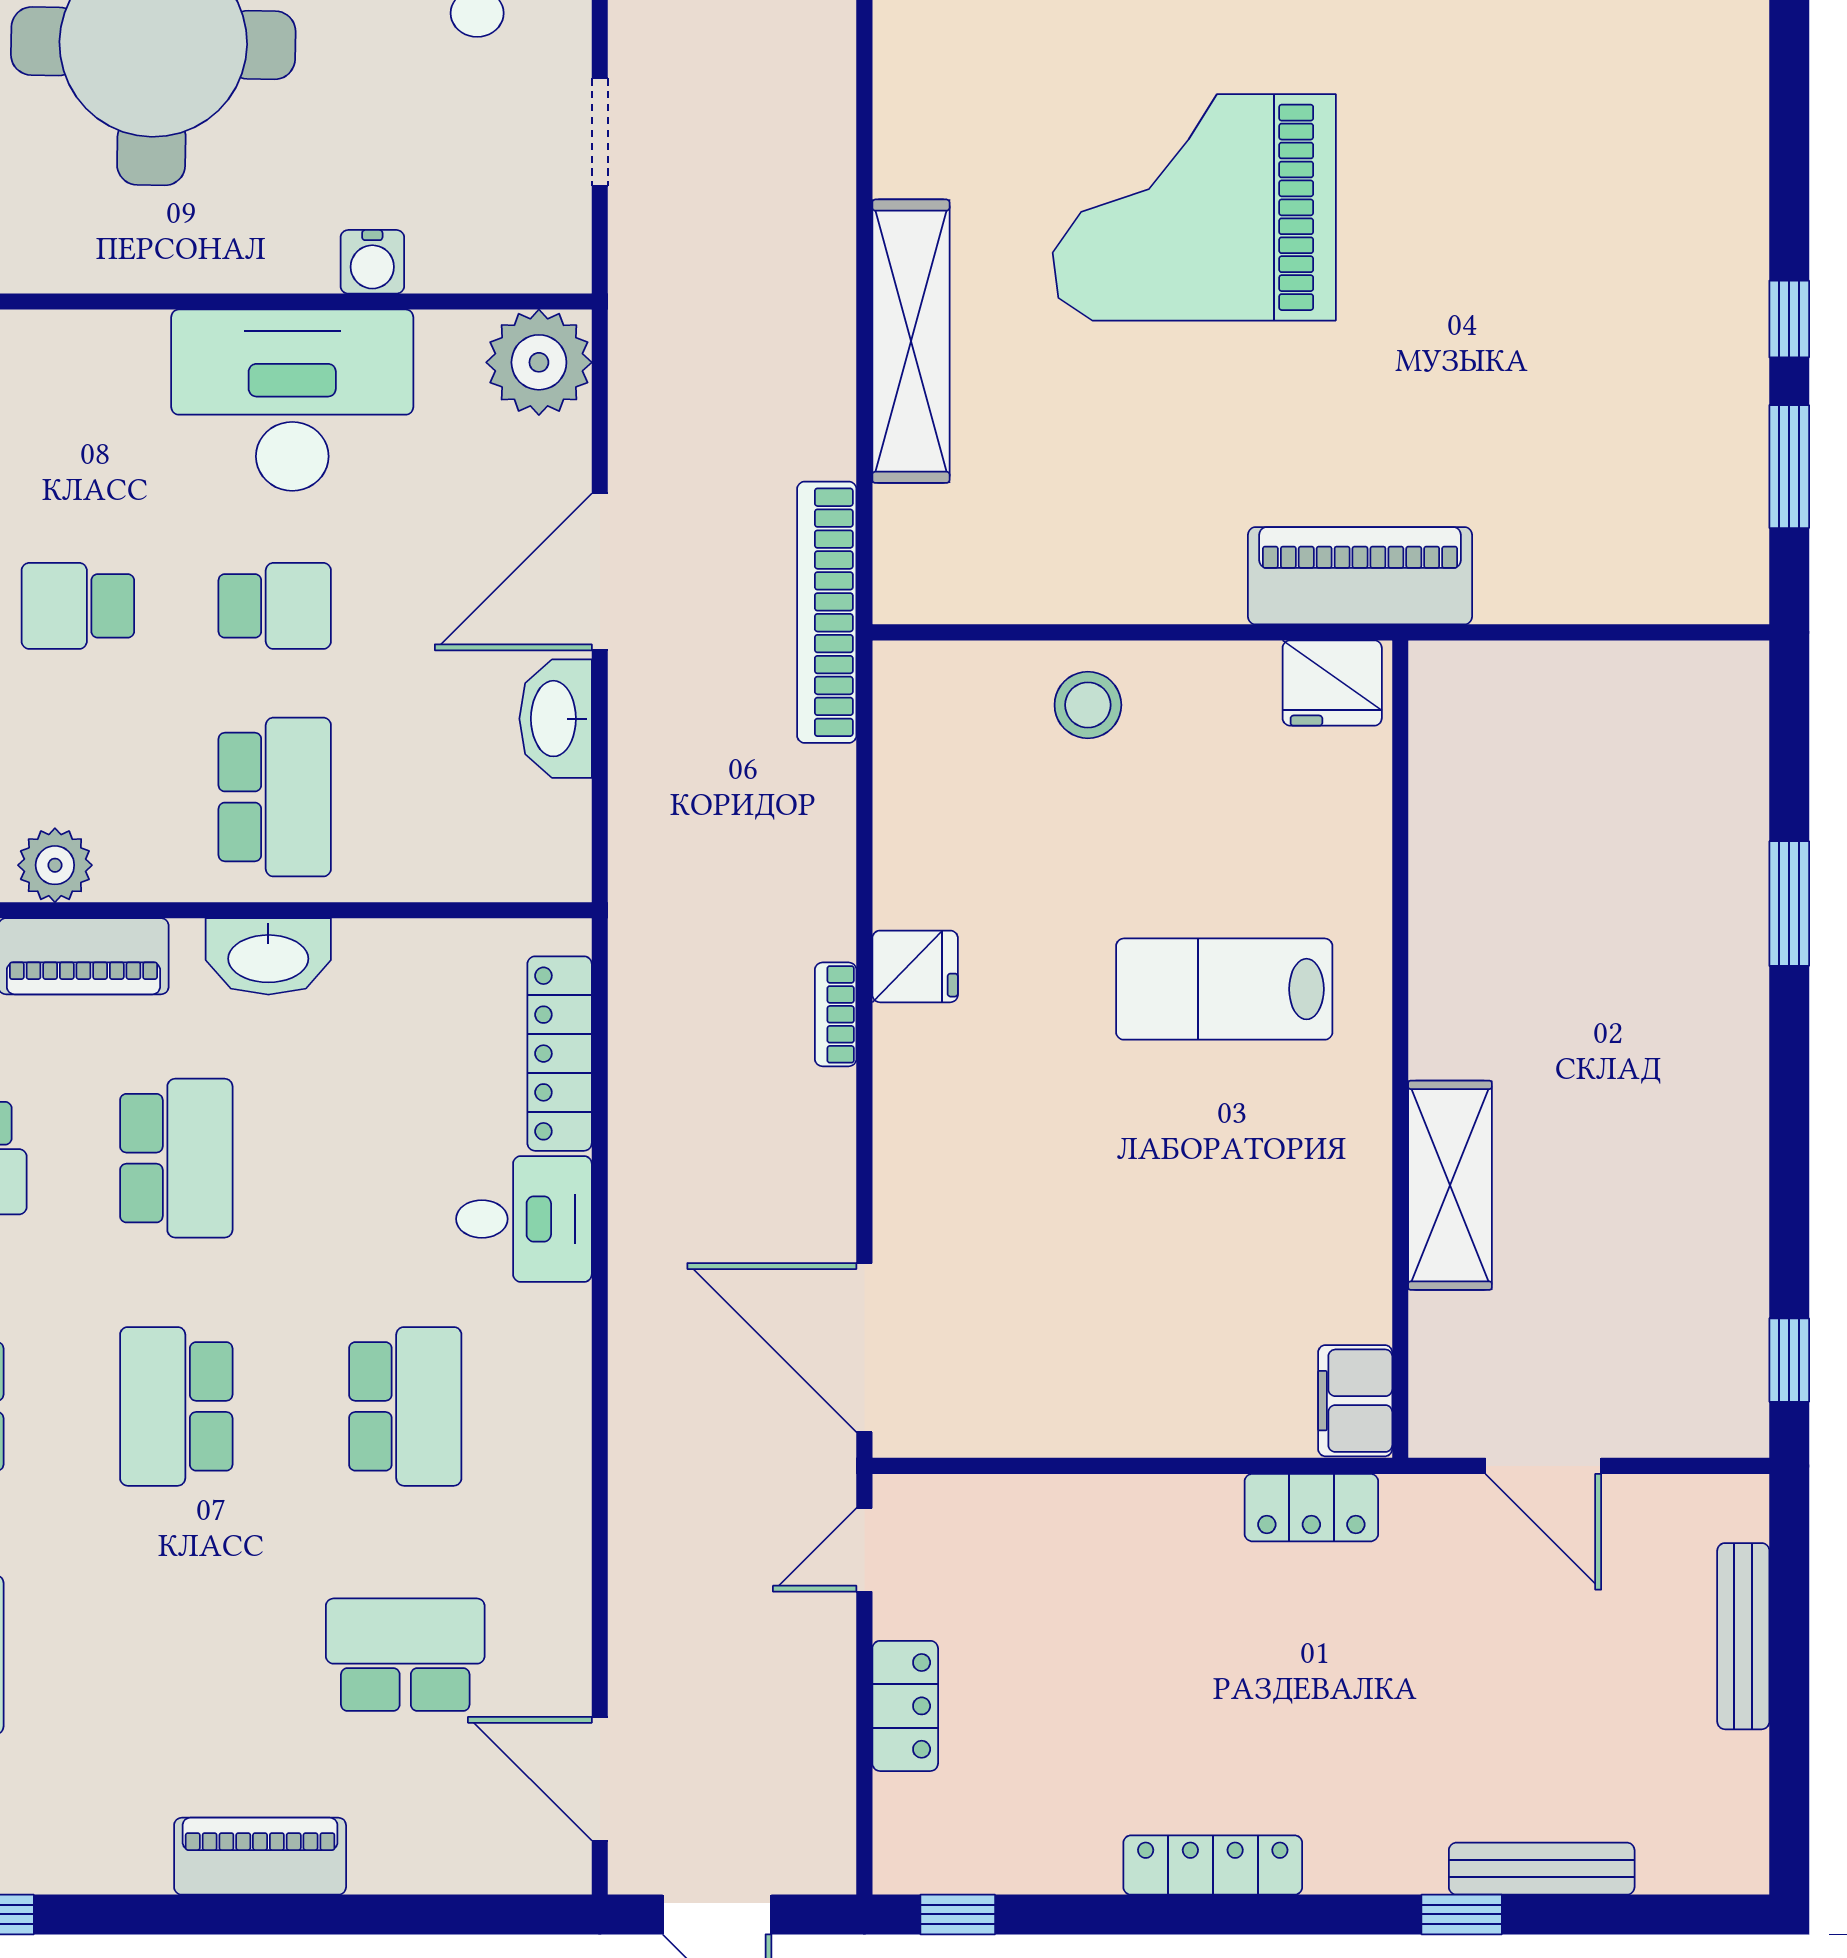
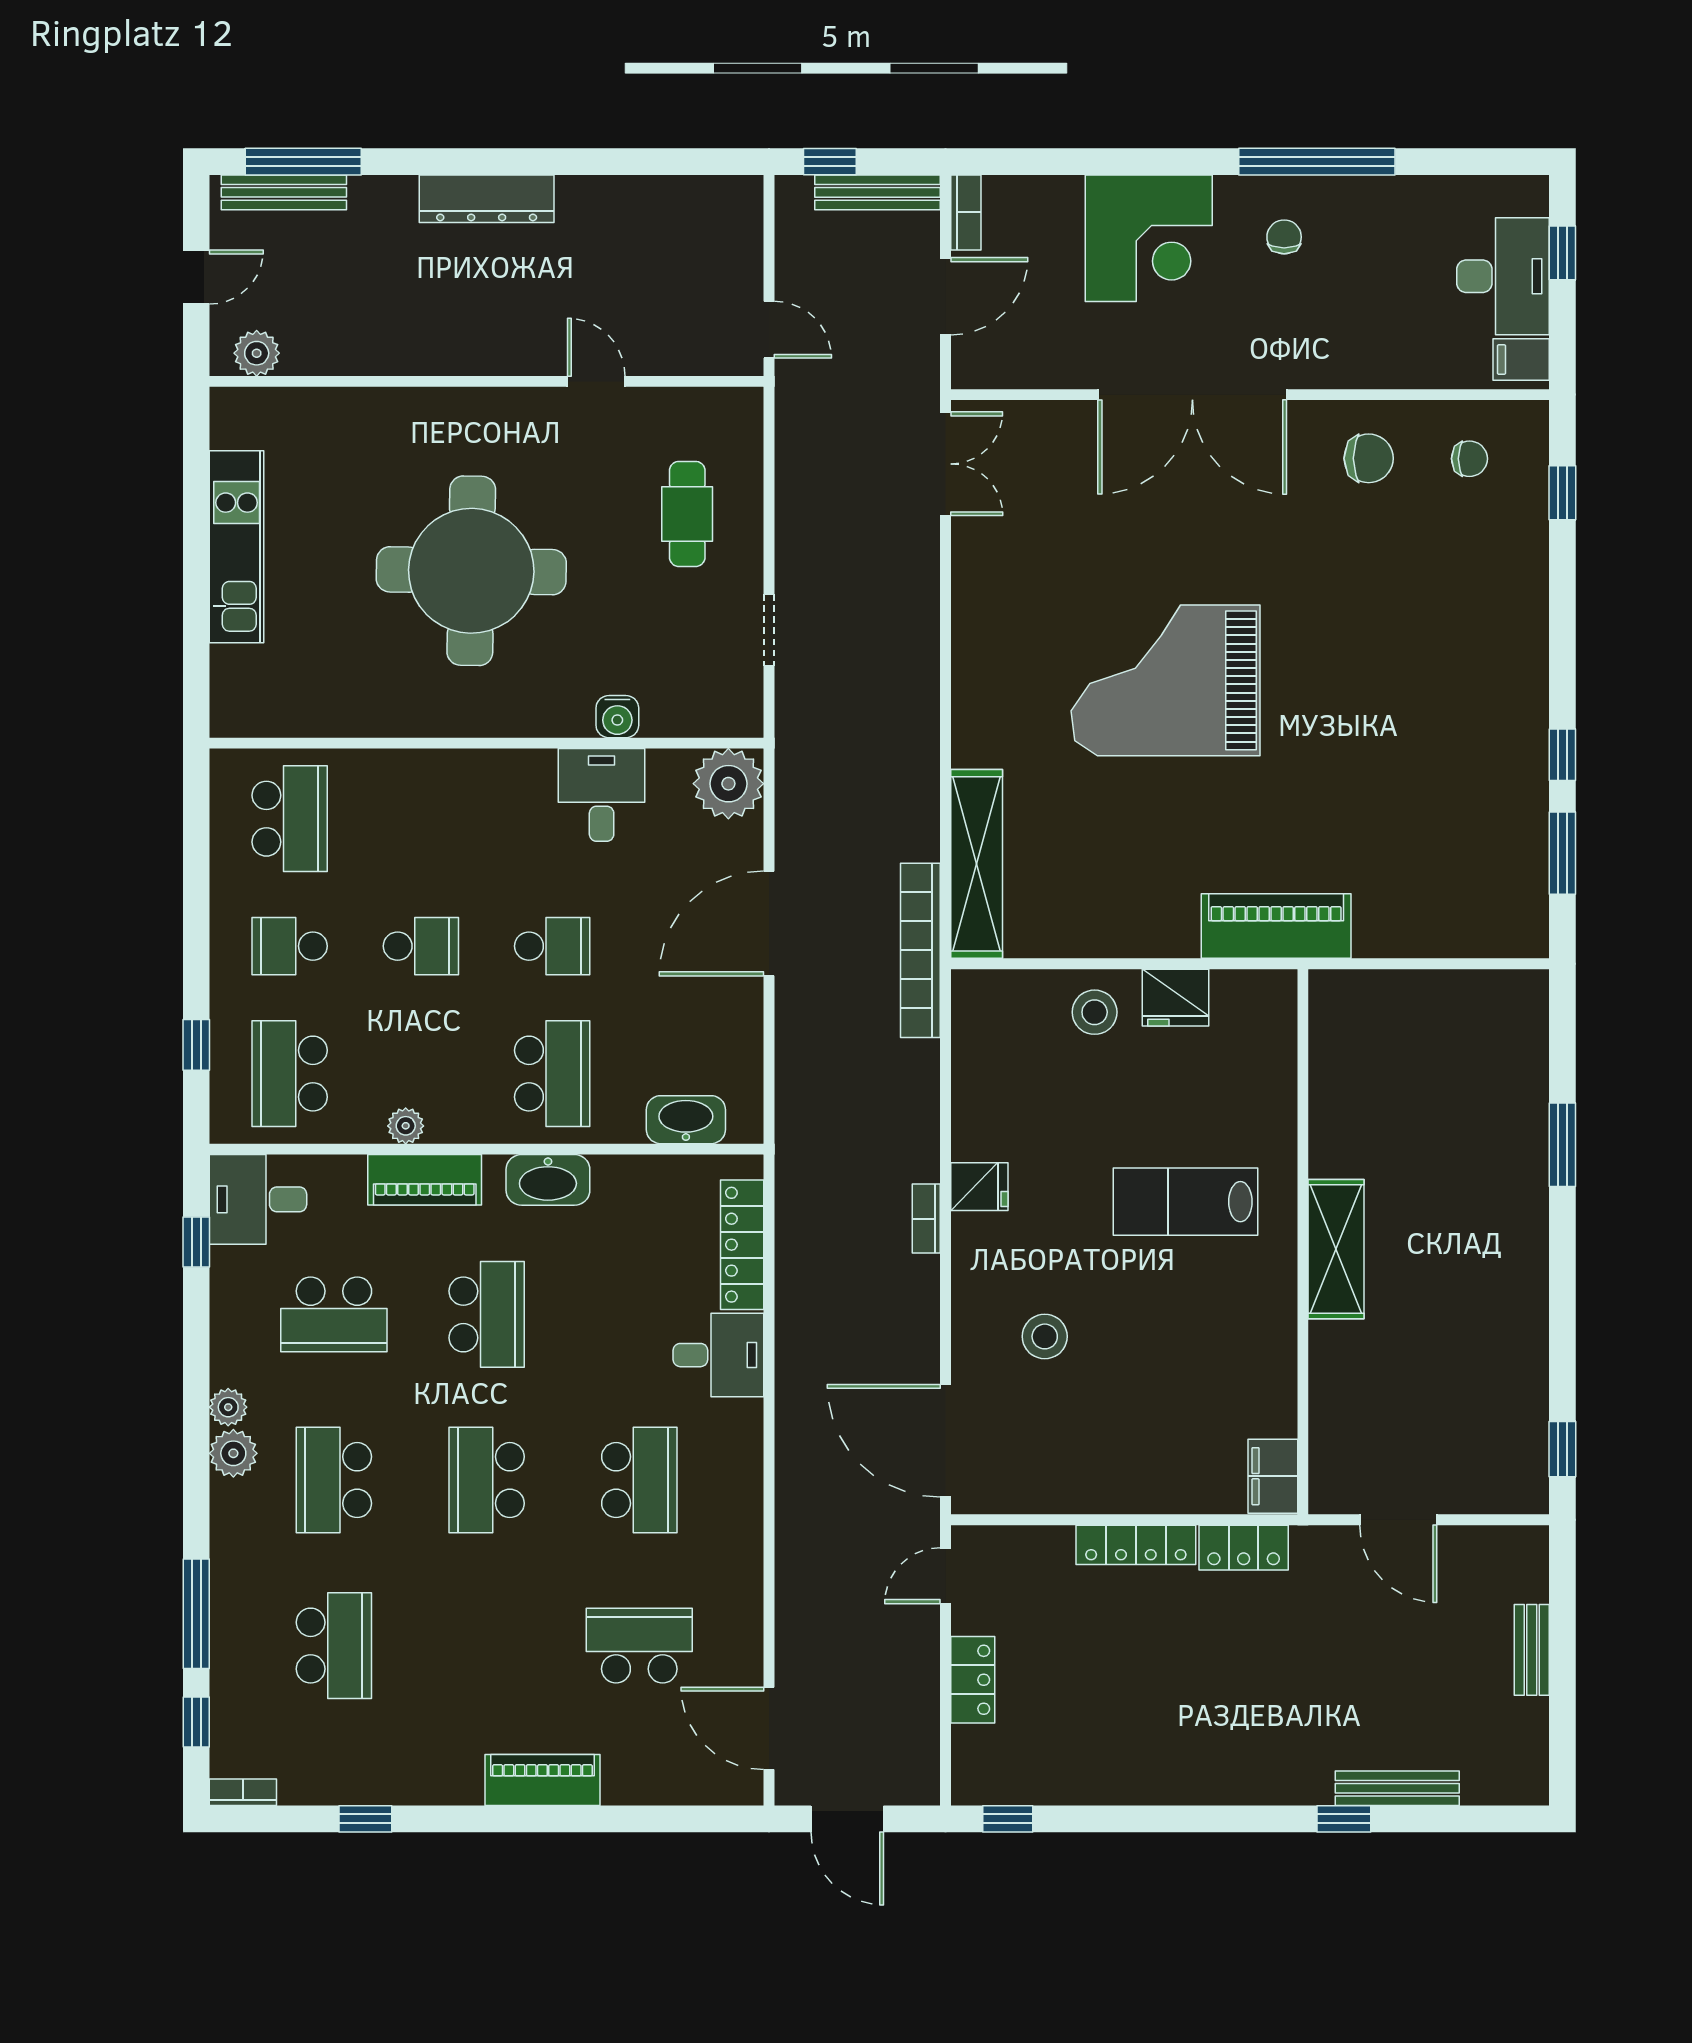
shelving: (911, 341) -> (977, 864), moved
desk: (292, 400) -> (602, 795), width x0.53, depth x0.77
school desk: (78, 606) -> (421, 946), turned 180
fridge: (1332, 683) -> (1176, 998), moved
washbasin: (556, 719) -> (686, 1120), moved, turned 90
plant: (55, 865) -> (406, 1126), width x0.73, depth x0.73
shelving: (1450, 1185) -> (1336, 1249), moved
stool: (1013, 1191) -> (1045, 1336), added
bench: (1743, 1636) -> (1532, 1650), width x0.73
locker: (1213, 1865) -> (1136, 1545), moved, turned 180

